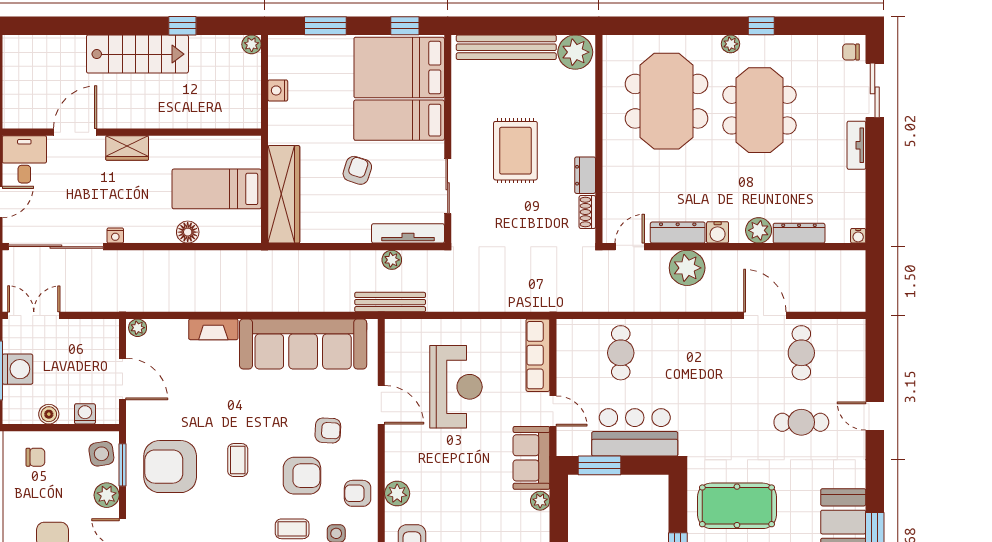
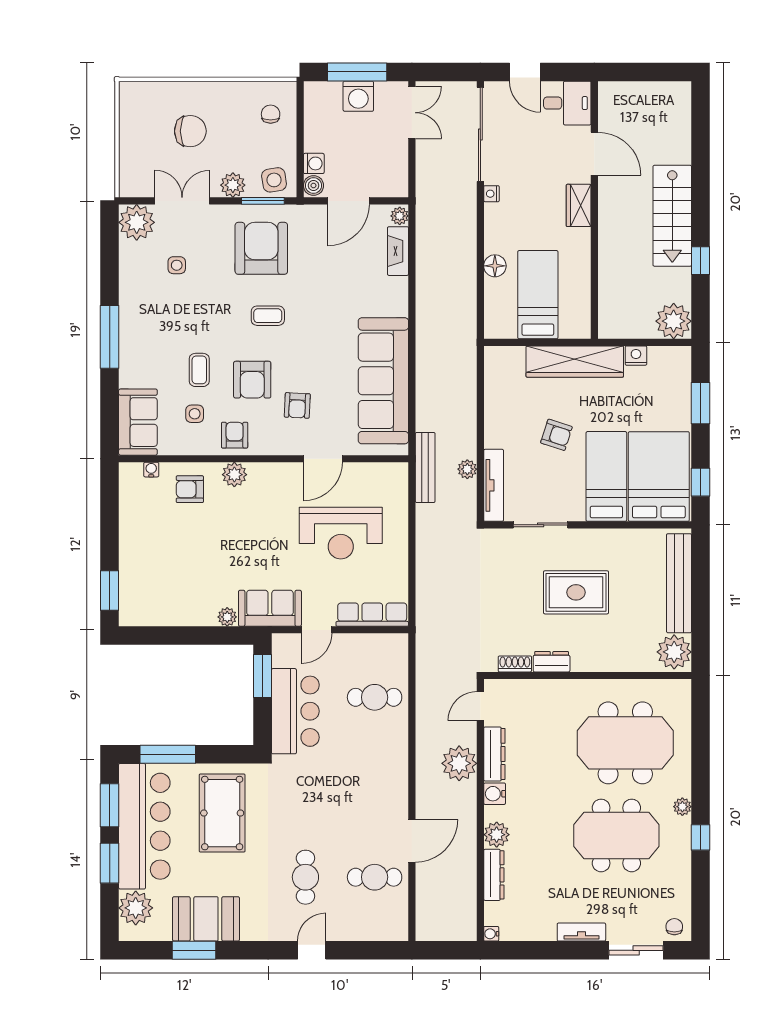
plant: (252, 44) -> (674, 321), width x1.88, depth x1.88
wardrobe: (284, 194) -> (575, 362), moved
door: (630, 247) -> (480, 706), swing flipped
fireplace: (213, 329) -> (398, 251), moved
boiler: (49, 414) -> (313, 186), moved
chair: (35, 457) -> (271, 114), turned 180

